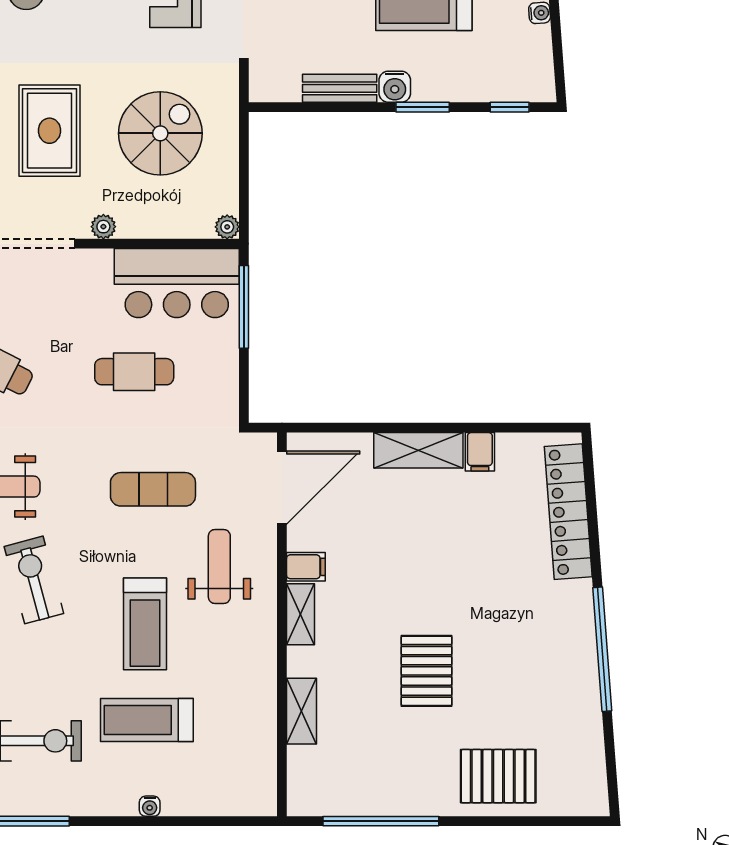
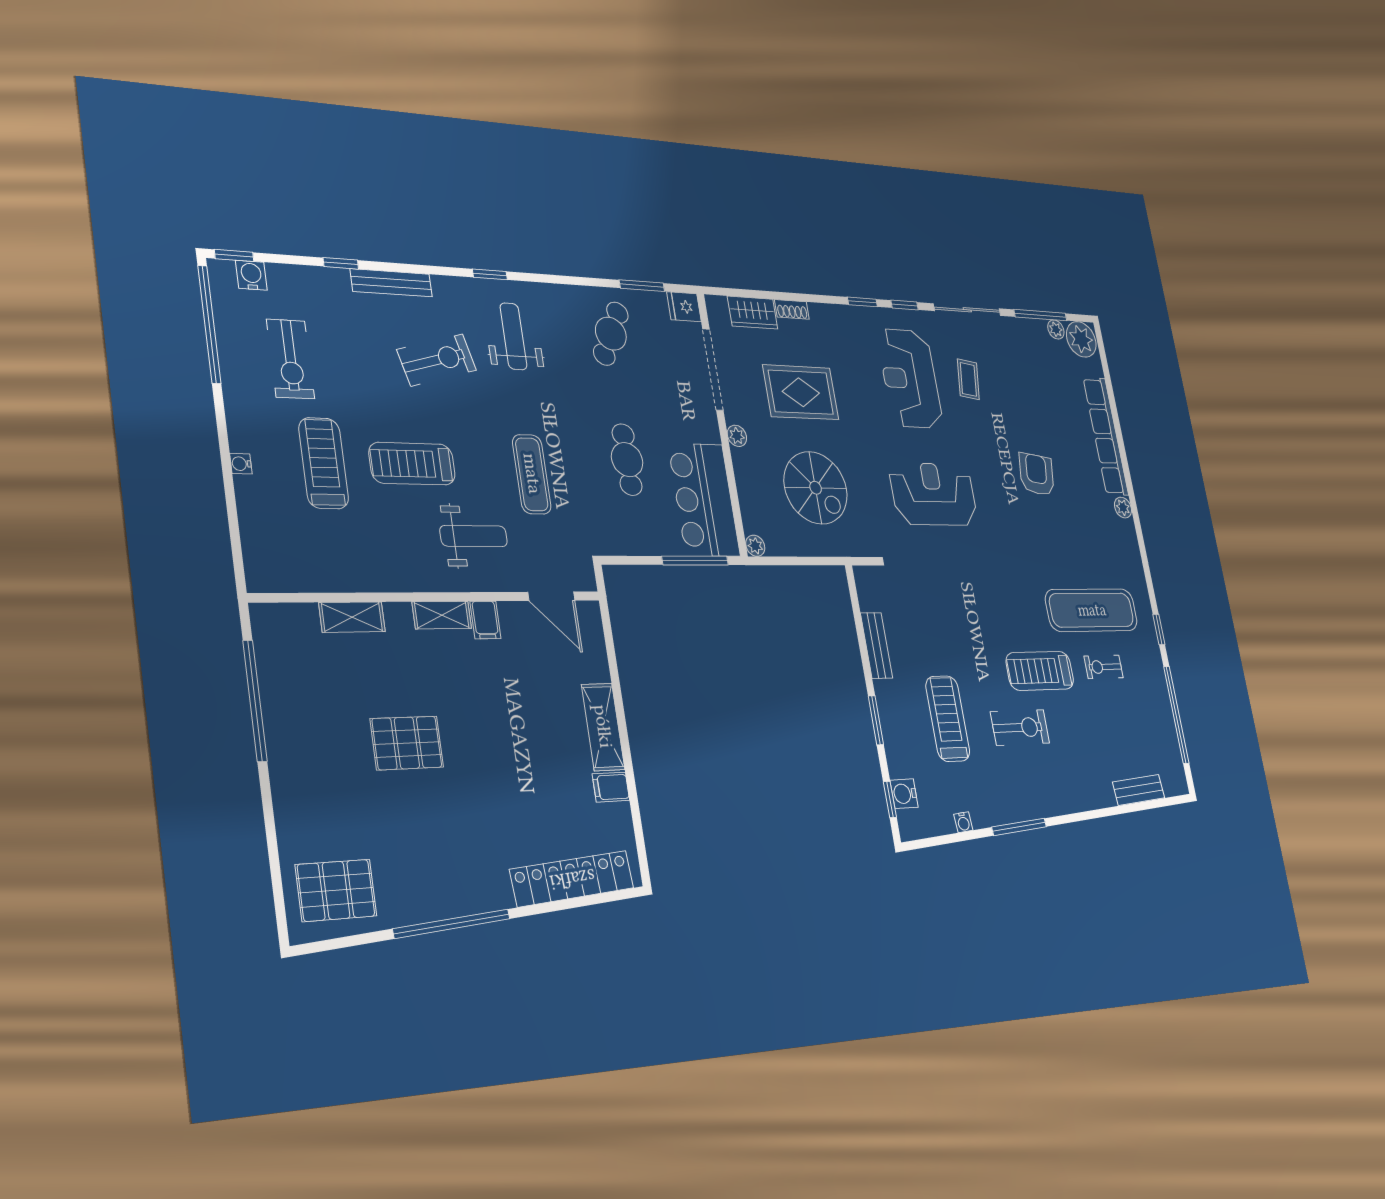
water cooler: (395, 87) -> (904, 794), moved
door: (282, 488) -> (551, 596), width x0.73
pallet: (498, 776) -> (336, 890), moved, turned 90

